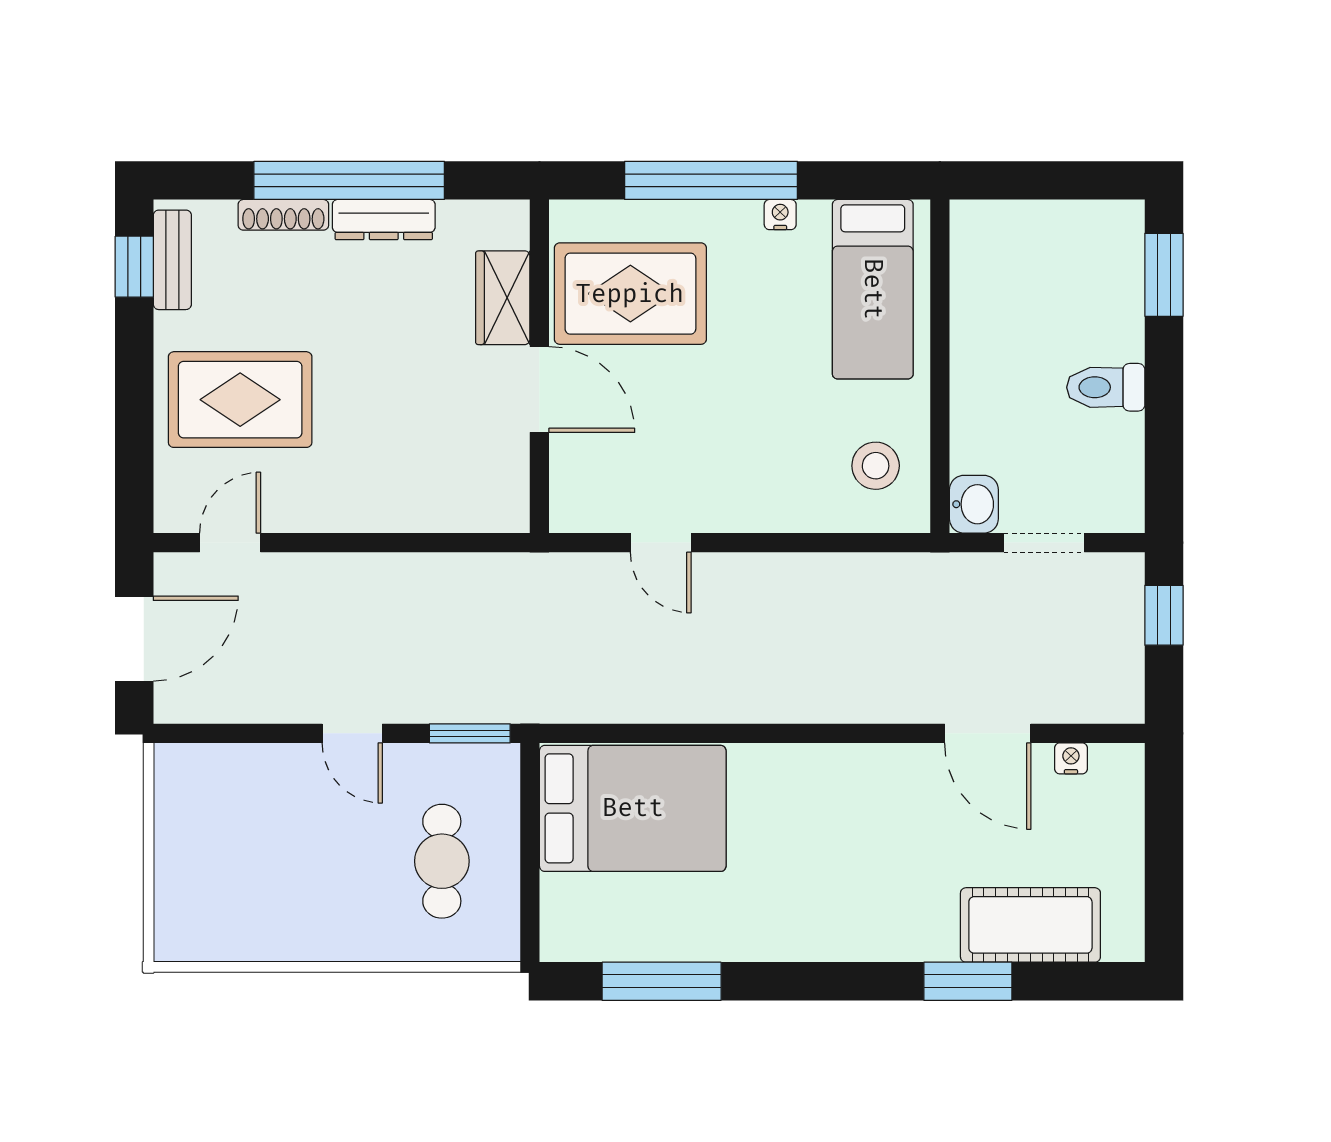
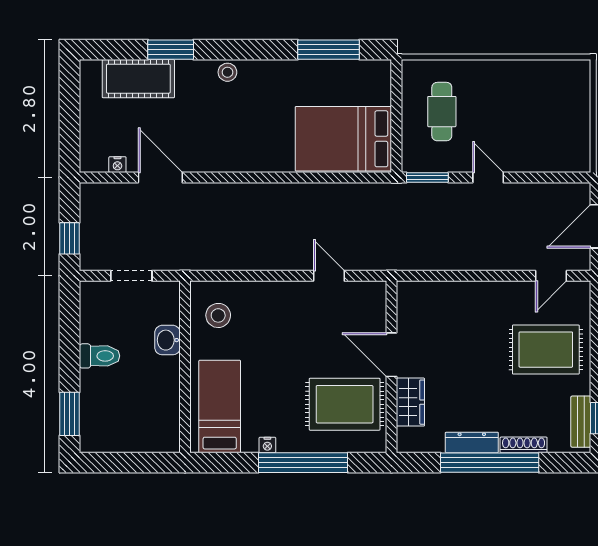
washbasin: (974, 504) -> (167, 340), moved
stool: (858, 937) -> (227, 72), added

